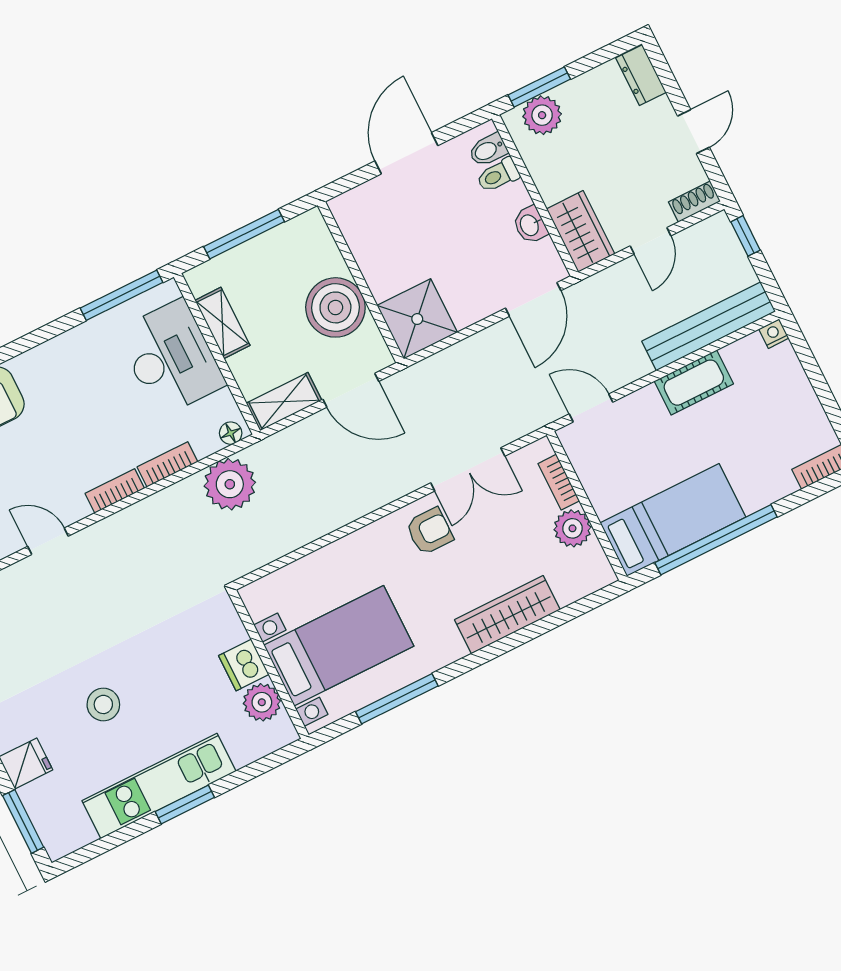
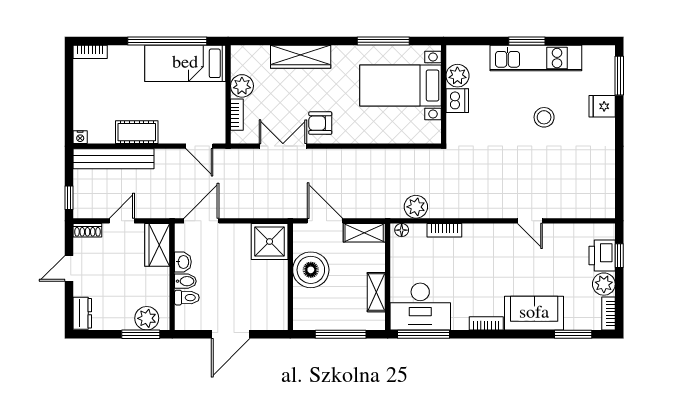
bidet: (488, 150) -> (185, 281), moved
desk: (171, 358) -> (420, 307), moved, turned -90
plant: (230, 484) -> (416, 207), width x0.73, depth x0.73
bookcase: (115, 491) -> (486, 323), moved, turned 180

